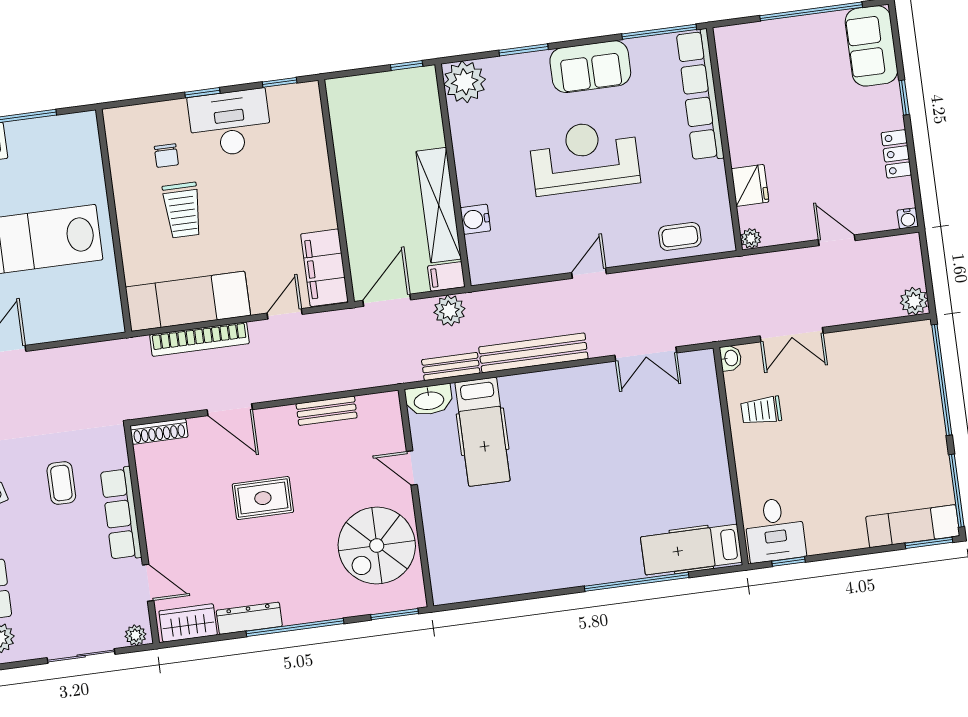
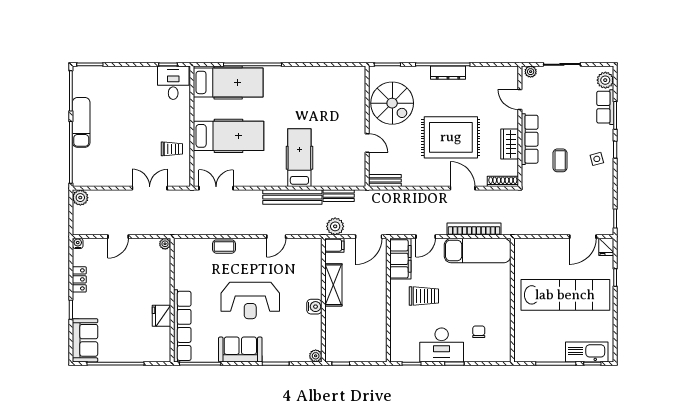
plant: (465, 82) -> (316, 356), width x0.53, depth x0.53
fridge: (750, 185) -> (162, 316), moved
shelving: (439, 205) -> (333, 285), width x0.68
trolley: (182, 210) -> (424, 296), moved, turned 90
water cooler: (475, 219) -> (314, 307), moved
coffee table: (680, 236) -> (224, 247), moved
door: (837, 240) -> (118, 237), hinge flipped
door: (589, 273) -> (276, 237), moved
double door: (646, 354) -> (216, 188), moved
washbasin: (731, 358) -> (185, 180), removed
washbasin: (429, 400) -> (353, 179), removed
bench: (327, 411) -> (385, 181), moved
hospital bed: (483, 432) -> (299, 158), moved
hospital bed: (663, 447) -> (229, 136), added
rug: (263, 498) -> (451, 137), width x1.86, depth x2.06
exam couch: (913, 526) -> (81, 122), moved, turned -90
spiral stairs: (377, 546) -> (392, 103), turned 90
hospital bed: (691, 550) -> (228, 82), width x1.37, depth x1.29
dresser: (249, 618) -> (448, 73), moved
wardrobe: (188, 623) -> (510, 144), moved, turned 90

